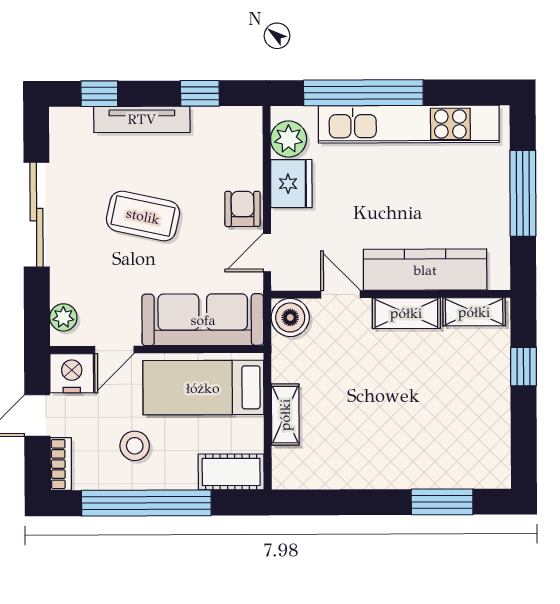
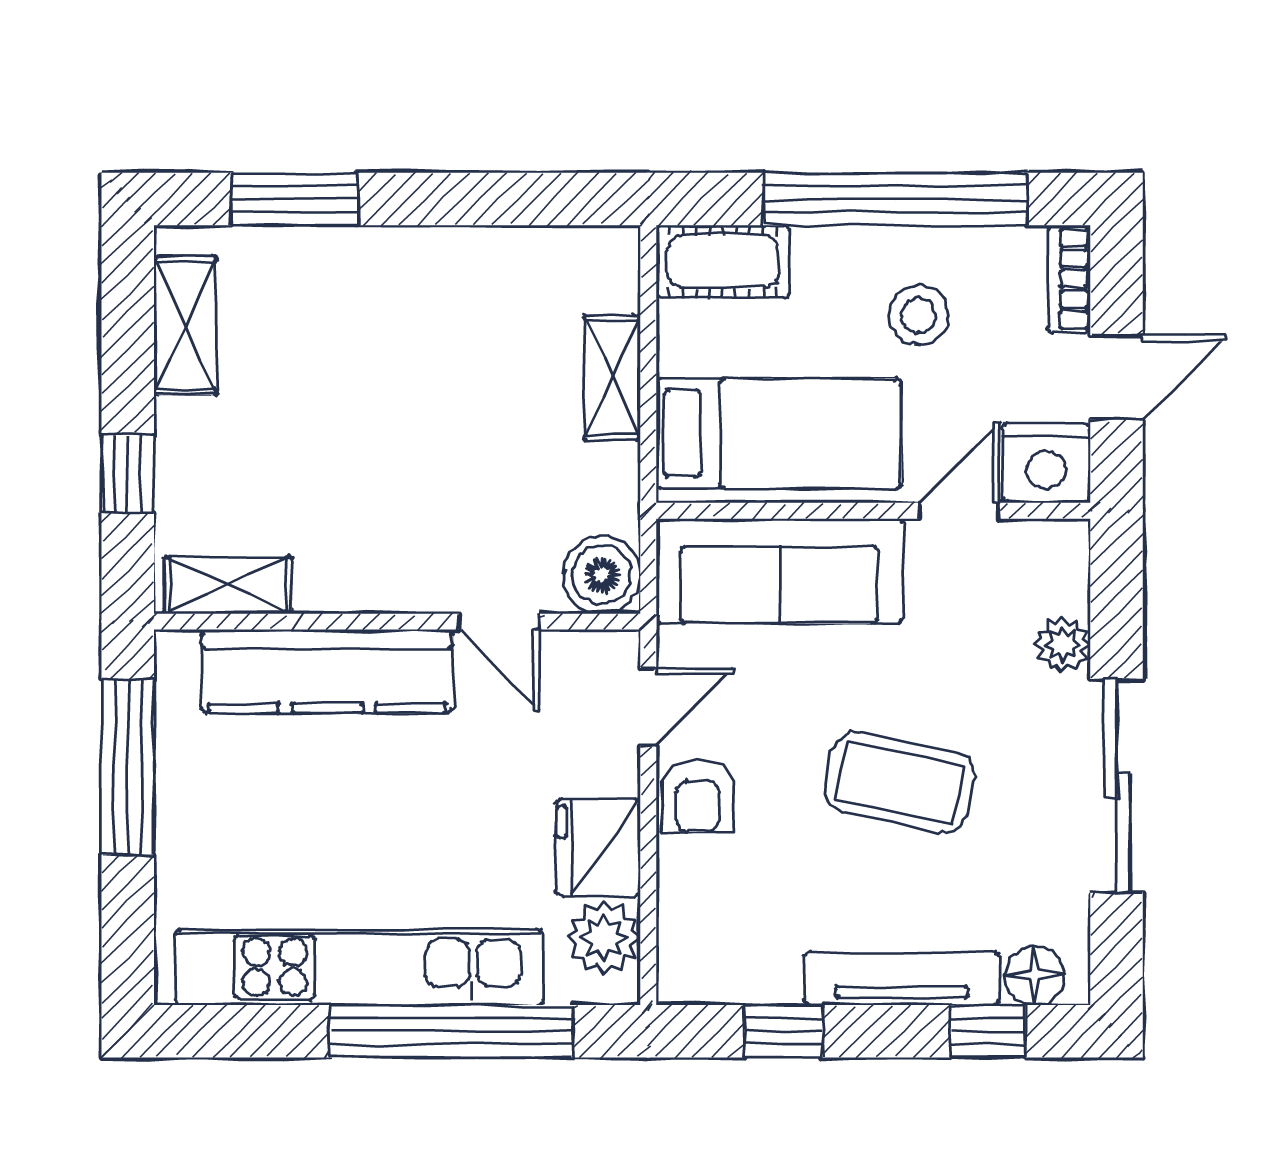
floor lamp: (77, 121) -> (1034, 975), added
window: (523, 193) -> (128, 767), moved
shelving: (406, 313) -> (185, 325), moved, turned 90
plant: (63, 317) -> (1063, 645), moved

